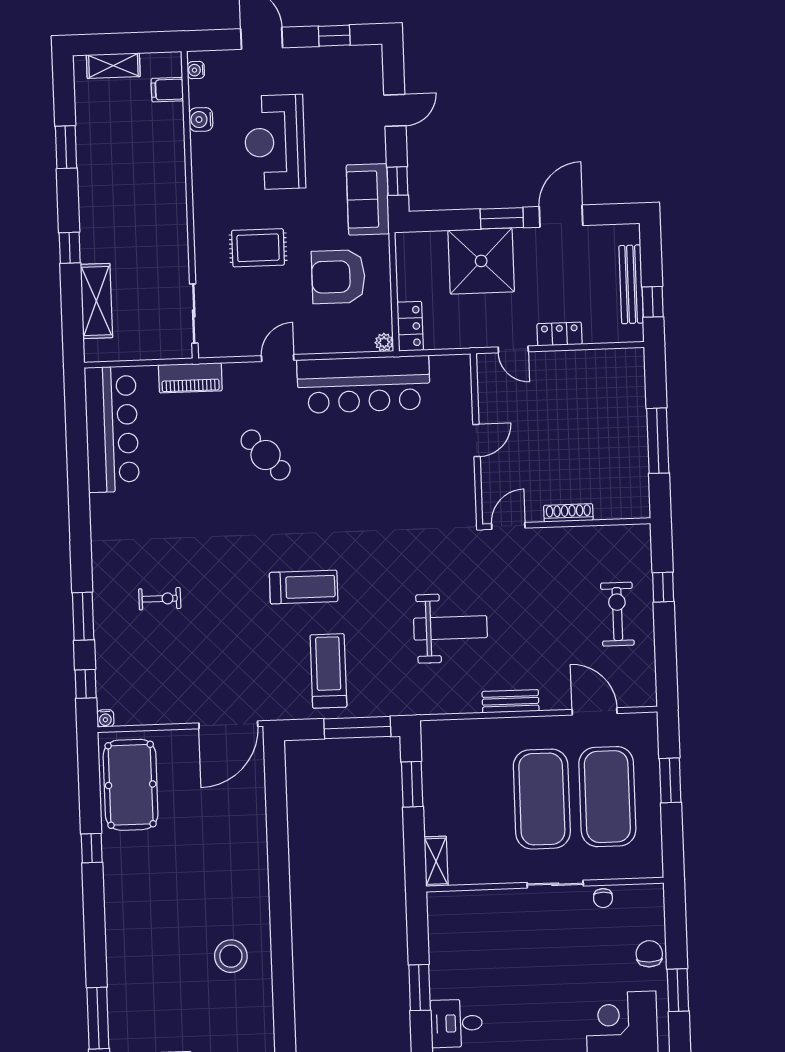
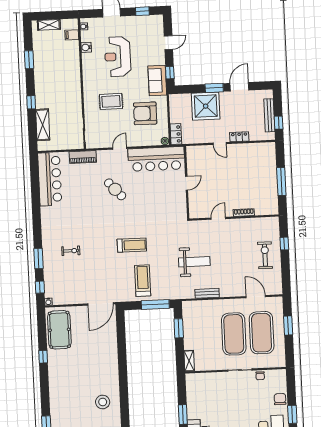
wall: (476, 439) -> (187, 182), moved
door: (476, 440) -> (187, 183), moved
bench: (510, 701) -> (207, 293), moved

